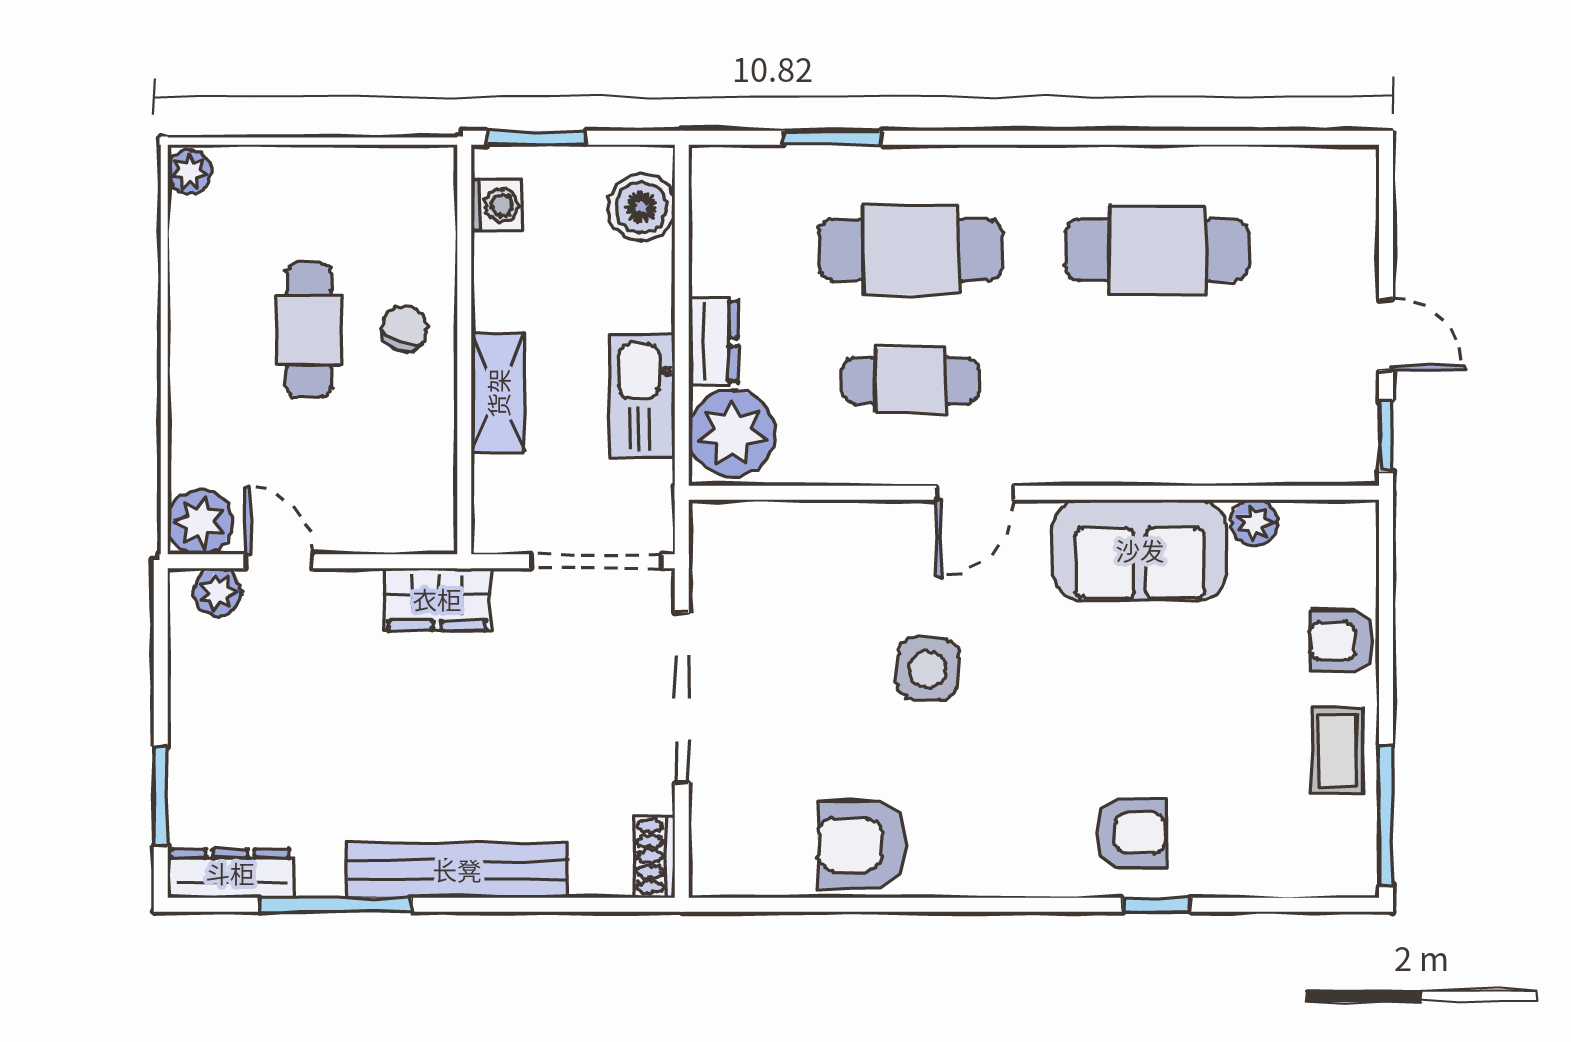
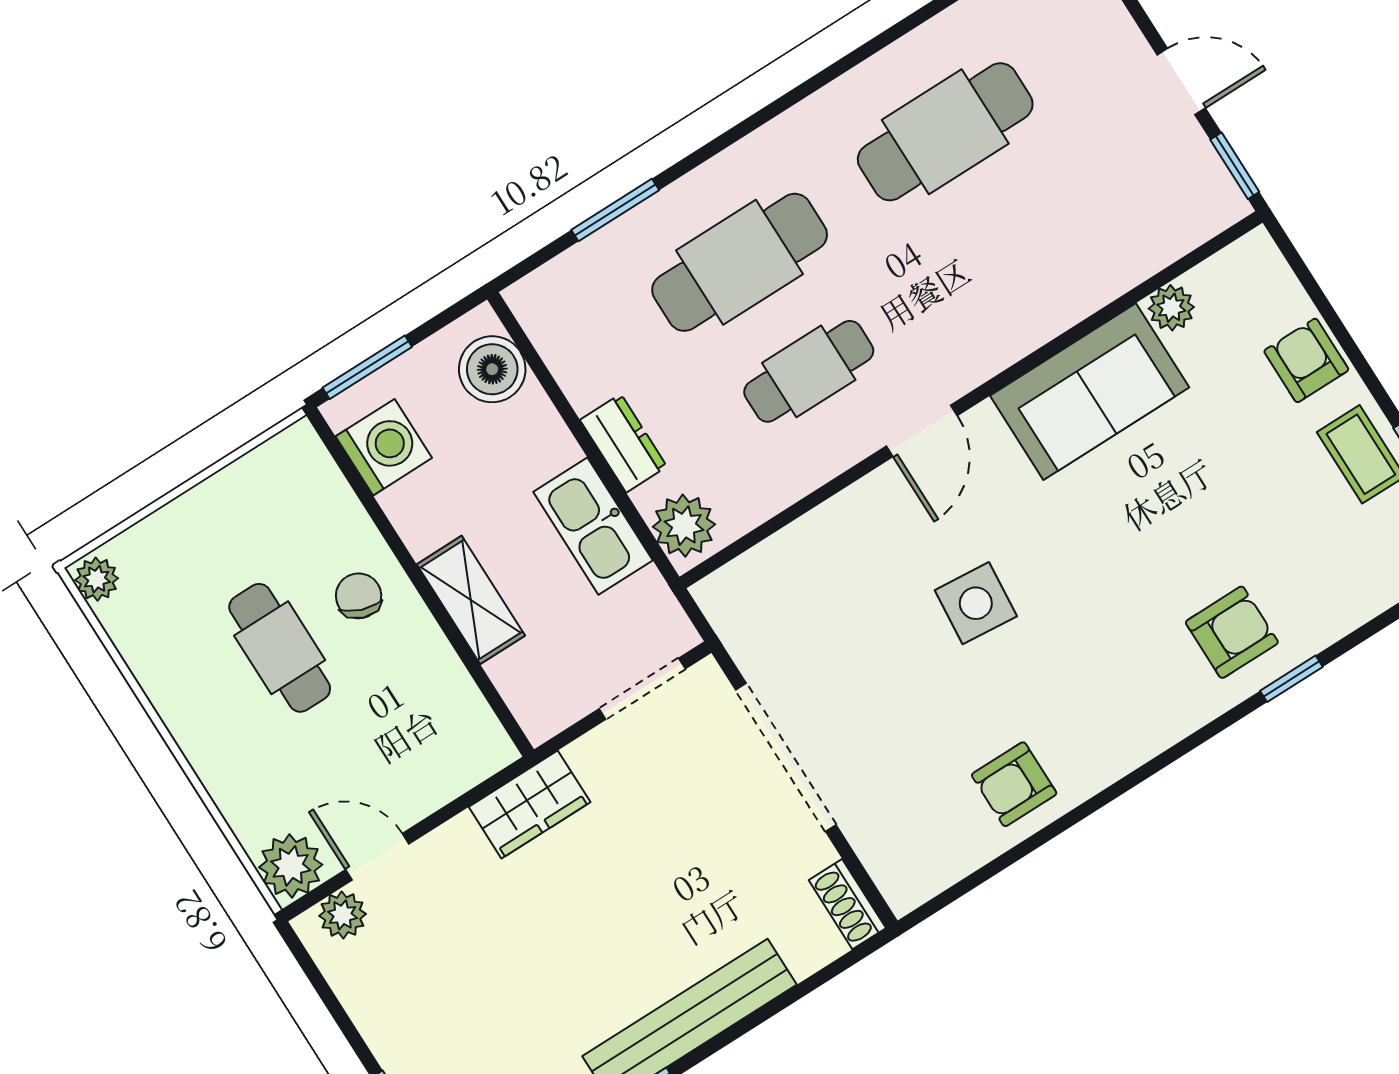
washing machine: (497, 205) -> (384, 447), width x1.38, depth x1.38
plant: (732, 433) -> (684, 526), width x0.73, depth x0.73
doorway: (596, 561) -> (642, 689), width x0.73
armchair: (1342, 641) -> (1306, 360), turned 90
armchair: (862, 845) -> (1014, 784), width x0.72, depth x0.72

